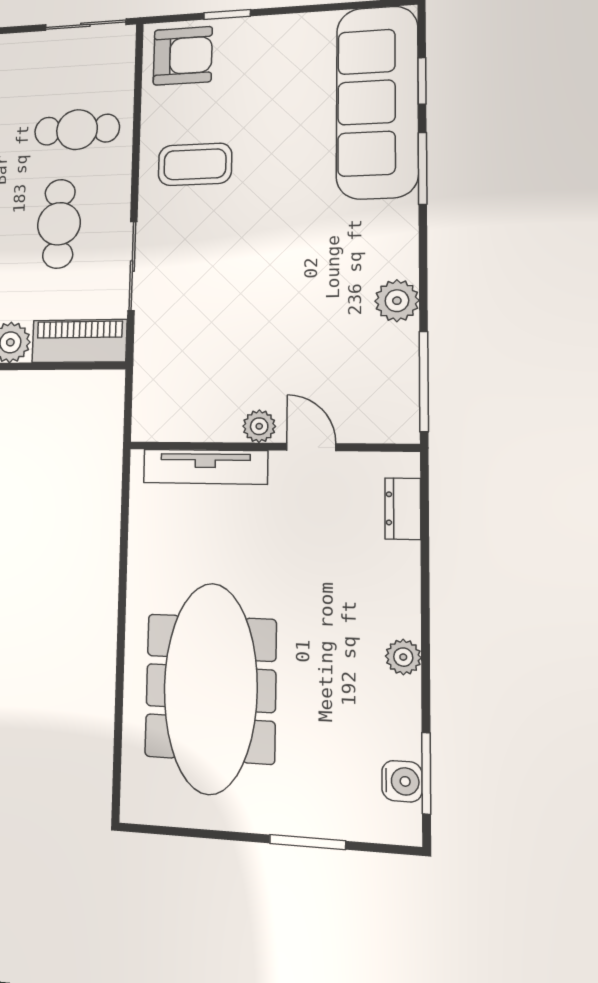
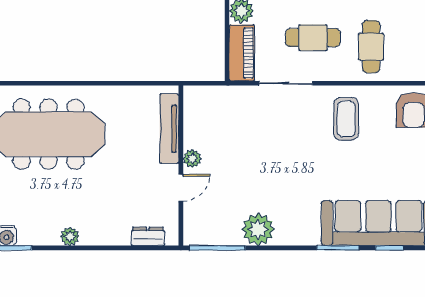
plant: (397, 301) -> (258, 229), width x1.36, depth x1.36

